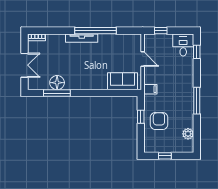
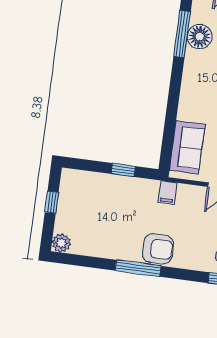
armchair: (159, 121) -> (158, 249), moved
plant: (188, 134) -> (61, 243), moved

